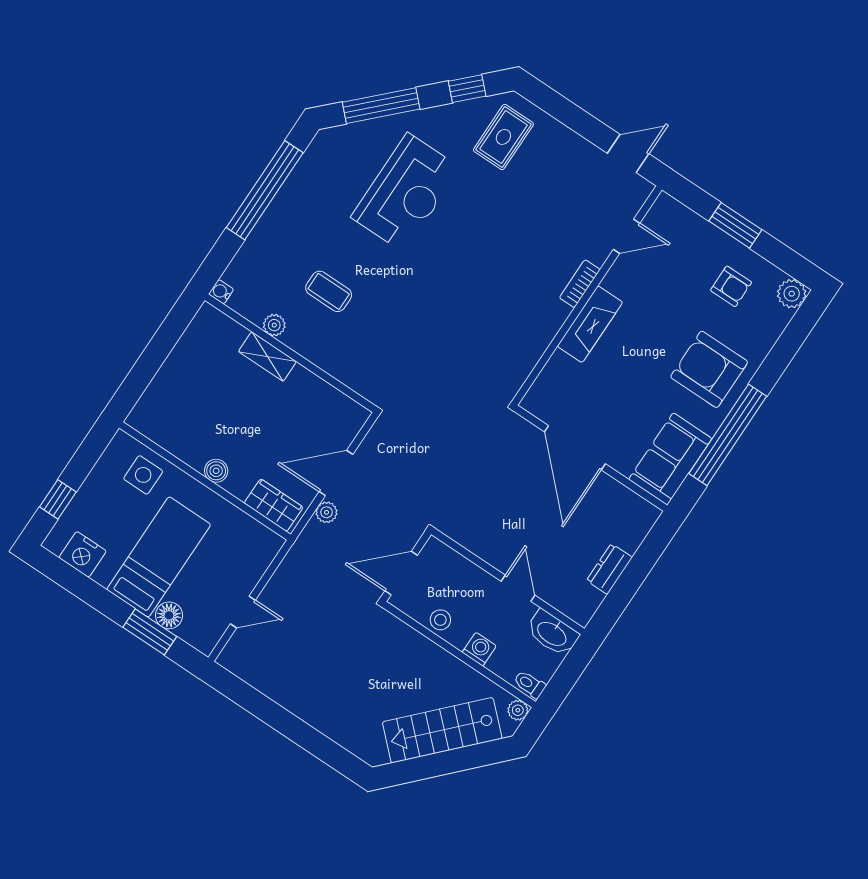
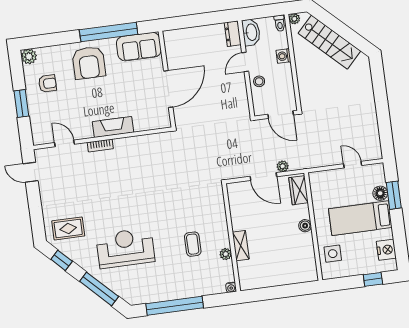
armchair: (731, 286) -> (48, 84), turned 90
dresser: (609, 569) -> (233, 34), moved, turned 90
stool: (440, 620) -> (259, 81), moved

